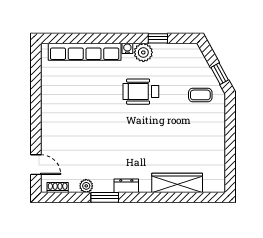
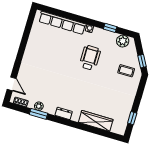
plant: (143, 52) -> (123, 41), moved
wheelchair: (141, 92) -> (90, 58), turned 90
window: (230, 163) -> (132, 118), added
window: (105, 197) -> (39, 114), moved

